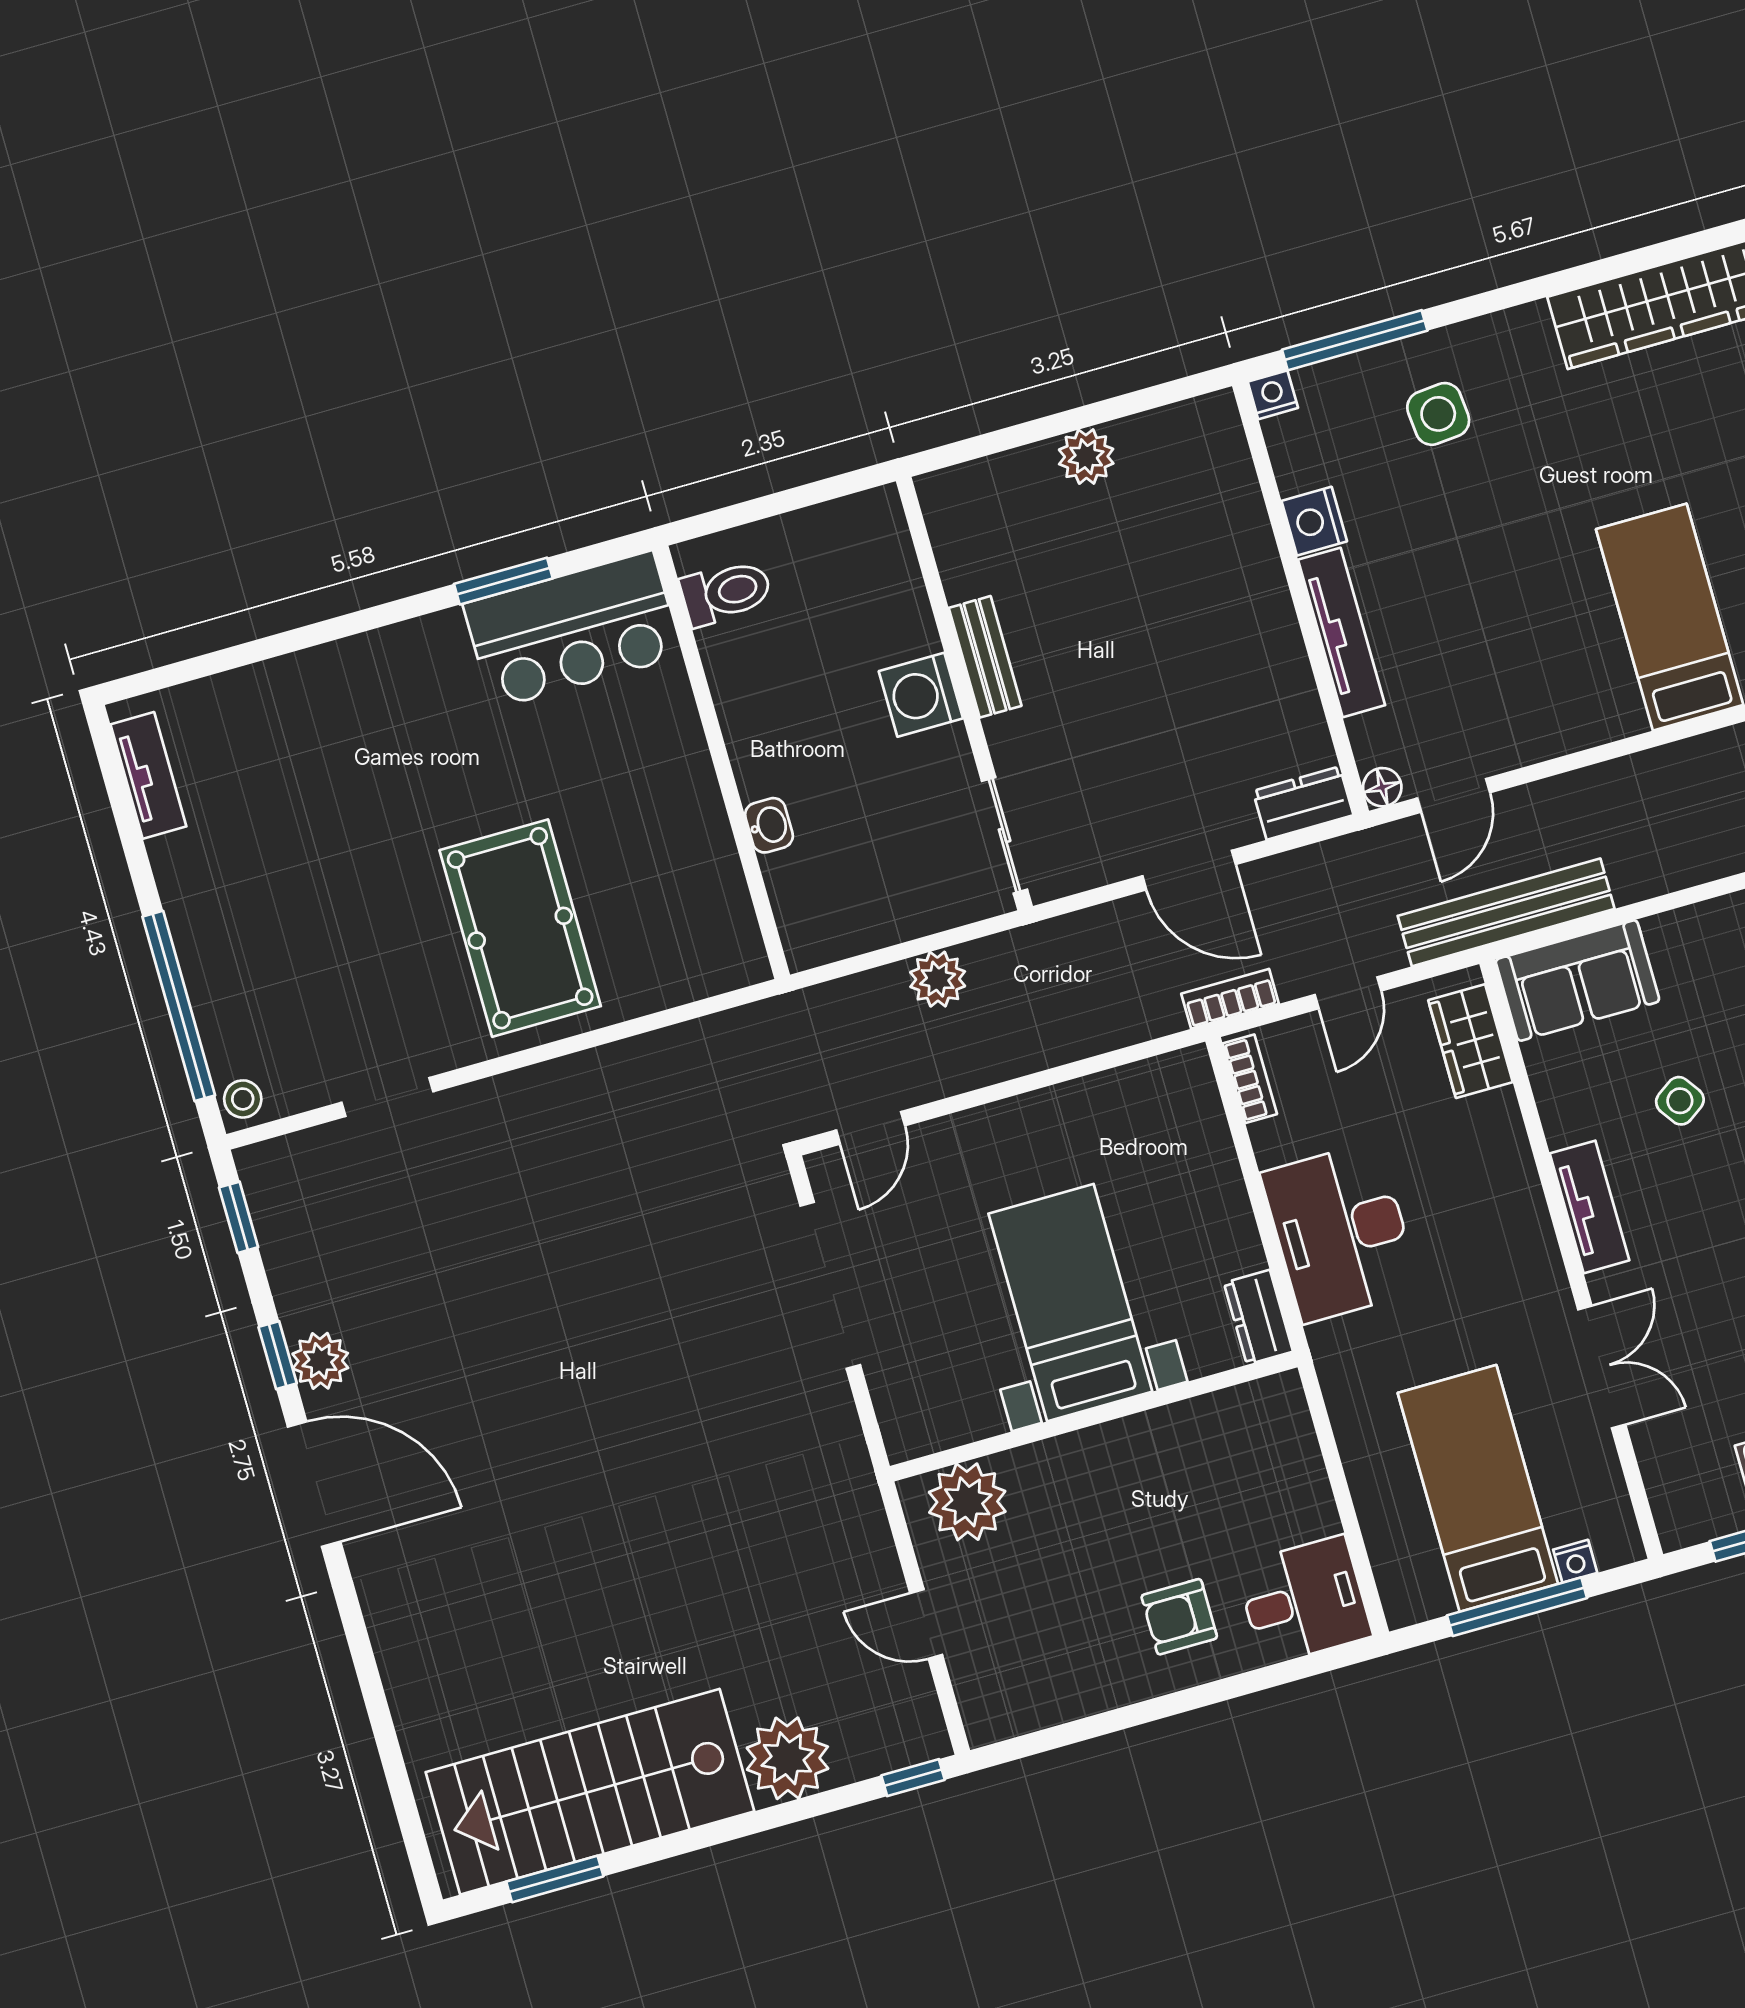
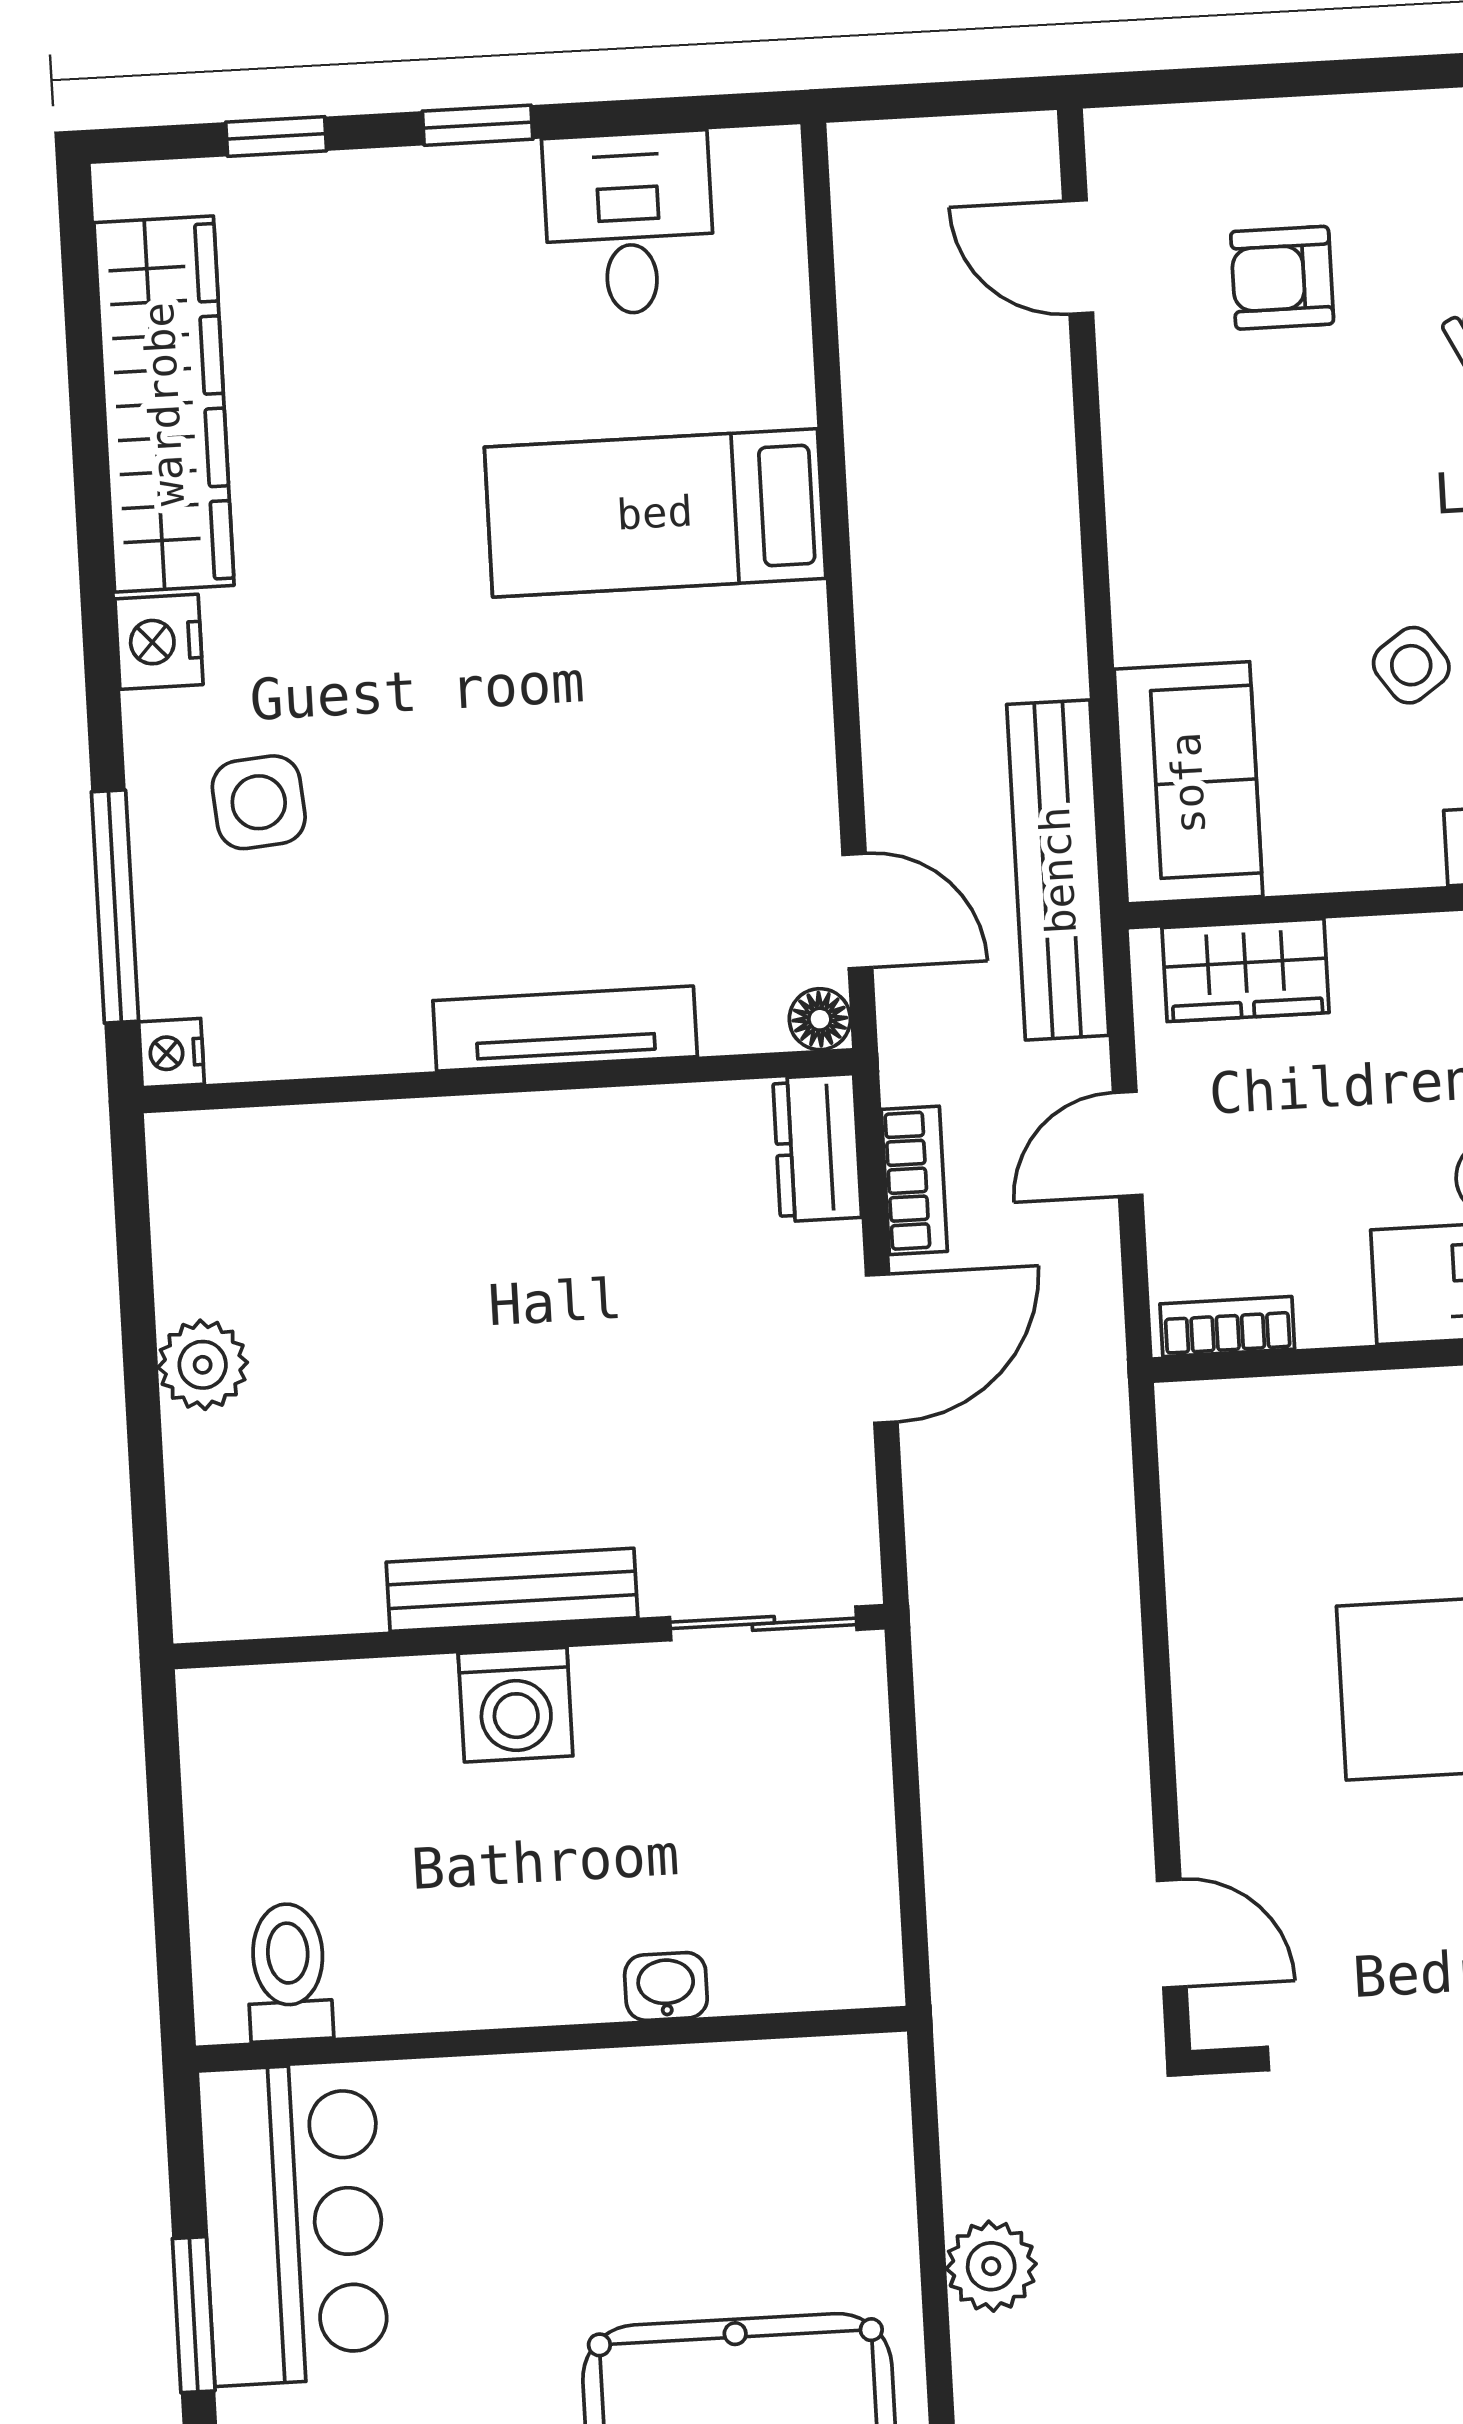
nightstand: (1314, 521) -> (159, 642), moved, turned 90
bench: (985, 657) -> (512, 1590), width x1.36
plant: (938, 979) -> (991, 2266), moved
door: (1348, 993) -> (1128, 1144), swing flipped
bookcase: (1230, 999) -> (914, 1180), moved, turned 180

